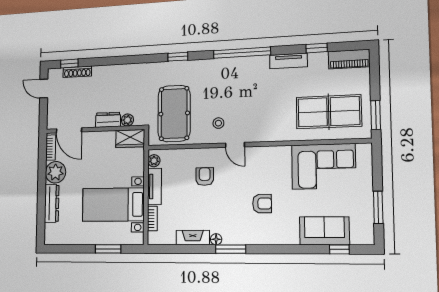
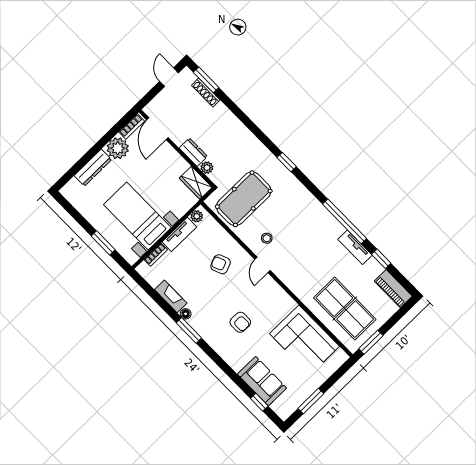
window: (242, 53) -> (345, 221), moved
window: (69, 64) -> (206, 80), width x1.50
armchair: (205, 177) -> (221, 264), turned -112

